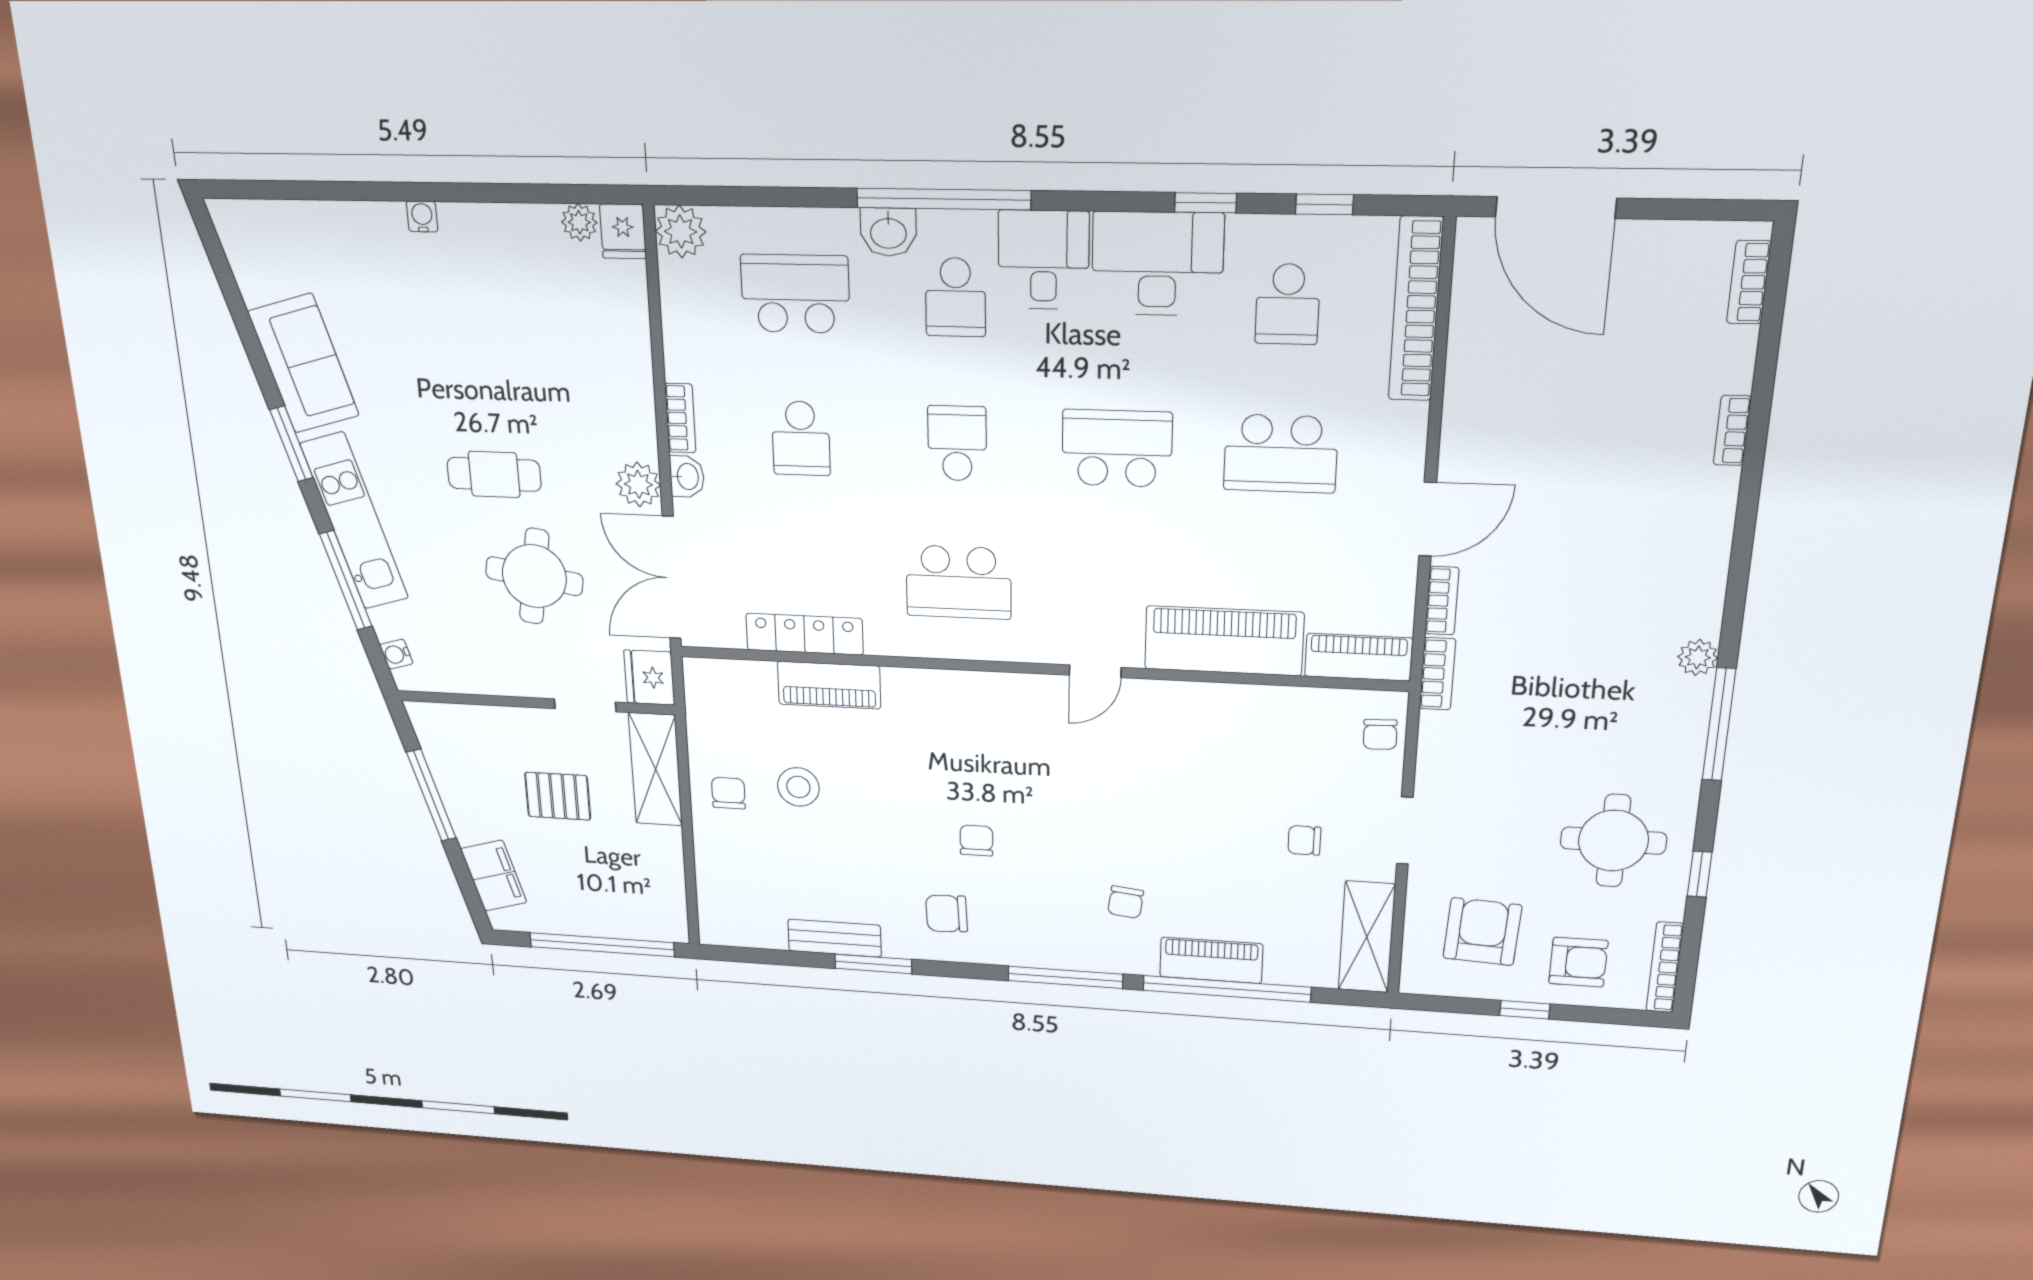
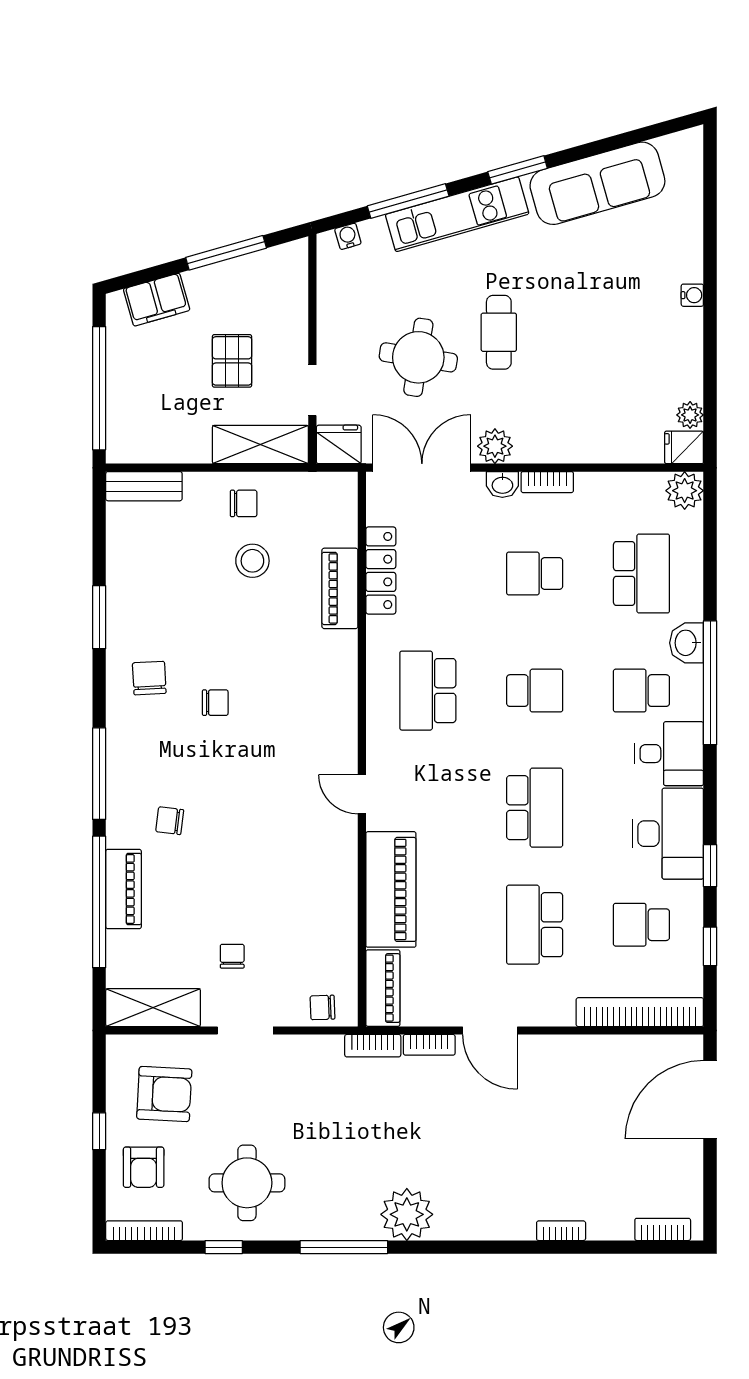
sofa: (304, 364) -> (597, 183), width x1.36
plant: (1698, 657) -> (407, 1214), width x1.87, depth x1.87
bench: (835, 938) -> (144, 486), moved, turned 90

